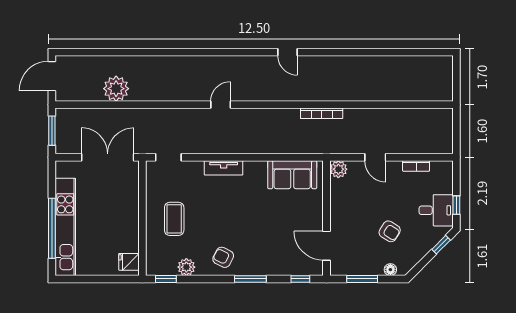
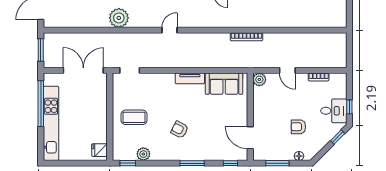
plant: (116, 89) -> (119, 18), moved
tv unit: (224, 168) -> (190, 78), moved
coffee table: (174, 219) -> (134, 117), turned 90
window: (52, 228) -> (41, 104), moved
armchair: (390, 231) -> (298, 127), turned 148
armchair: (223, 257) -> (180, 130), moved

